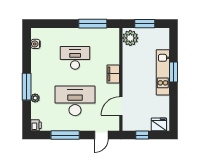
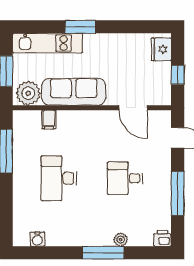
sofa: (131, 67) -> (74, 92), added
kitchen unit: (163, 72) -> (48, 43), moved
filing cabinet: (113, 74) -> (49, 120), moved, width x0.50
desk: (75, 101) -> (125, 178), width x0.53, depth x0.77

